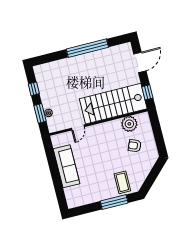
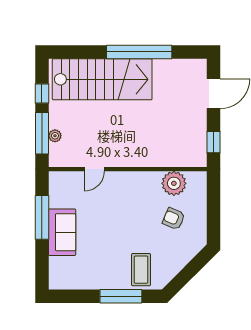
stairs: (113, 104) -> (102, 79), moved, turned 180
window: (40, 113) -> (42, 133), width x1.44
window: (53, 165) -> (42, 217), added
sofa: (67, 166) -> (62, 232), width x0.73

